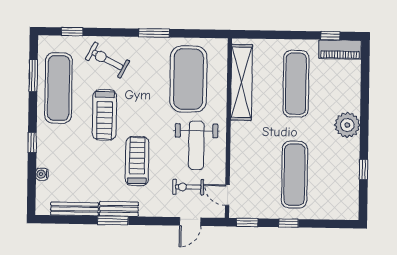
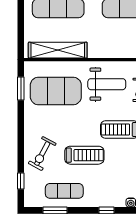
window: (154, 33) -> (21, 89), moved
exercise mat: (59, 88) -> (64, 191), width x0.73, depth x0.69

